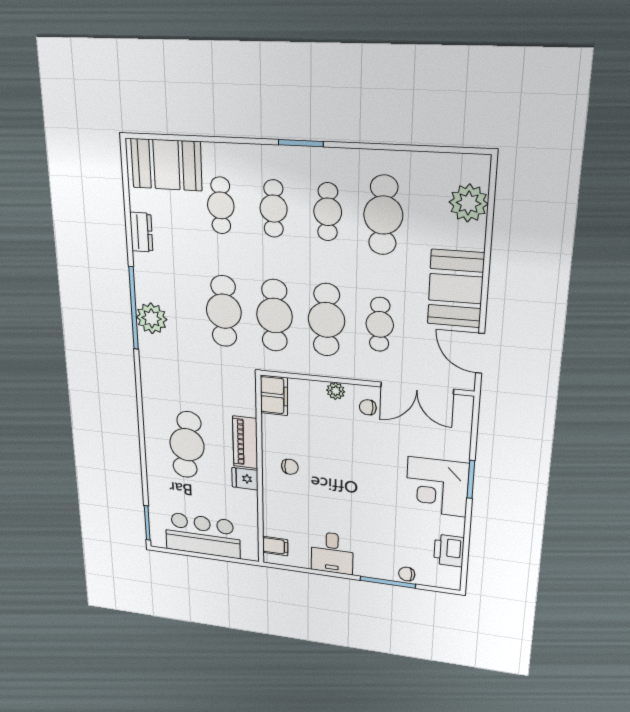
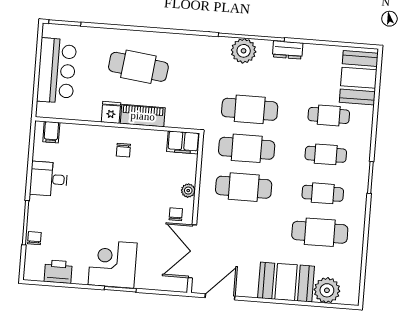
dresser: (141, 232) -> (288, 50), moved
booth: (456, 289) -> (286, 282), moved
cafe table: (380, 324) -> (241, 226), removed

